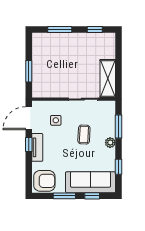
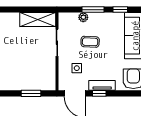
window: (118, 127) -> (93, 10), moved
plant: (110, 143) -> (83, 17), moved

